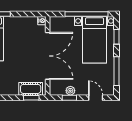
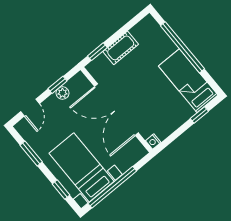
window: (117, 71) -> (31, 154), width x0.69
cot: (31, 89) -> (121, 48), moved
door: (96, 98) -> (30, 108), hinge flipped

